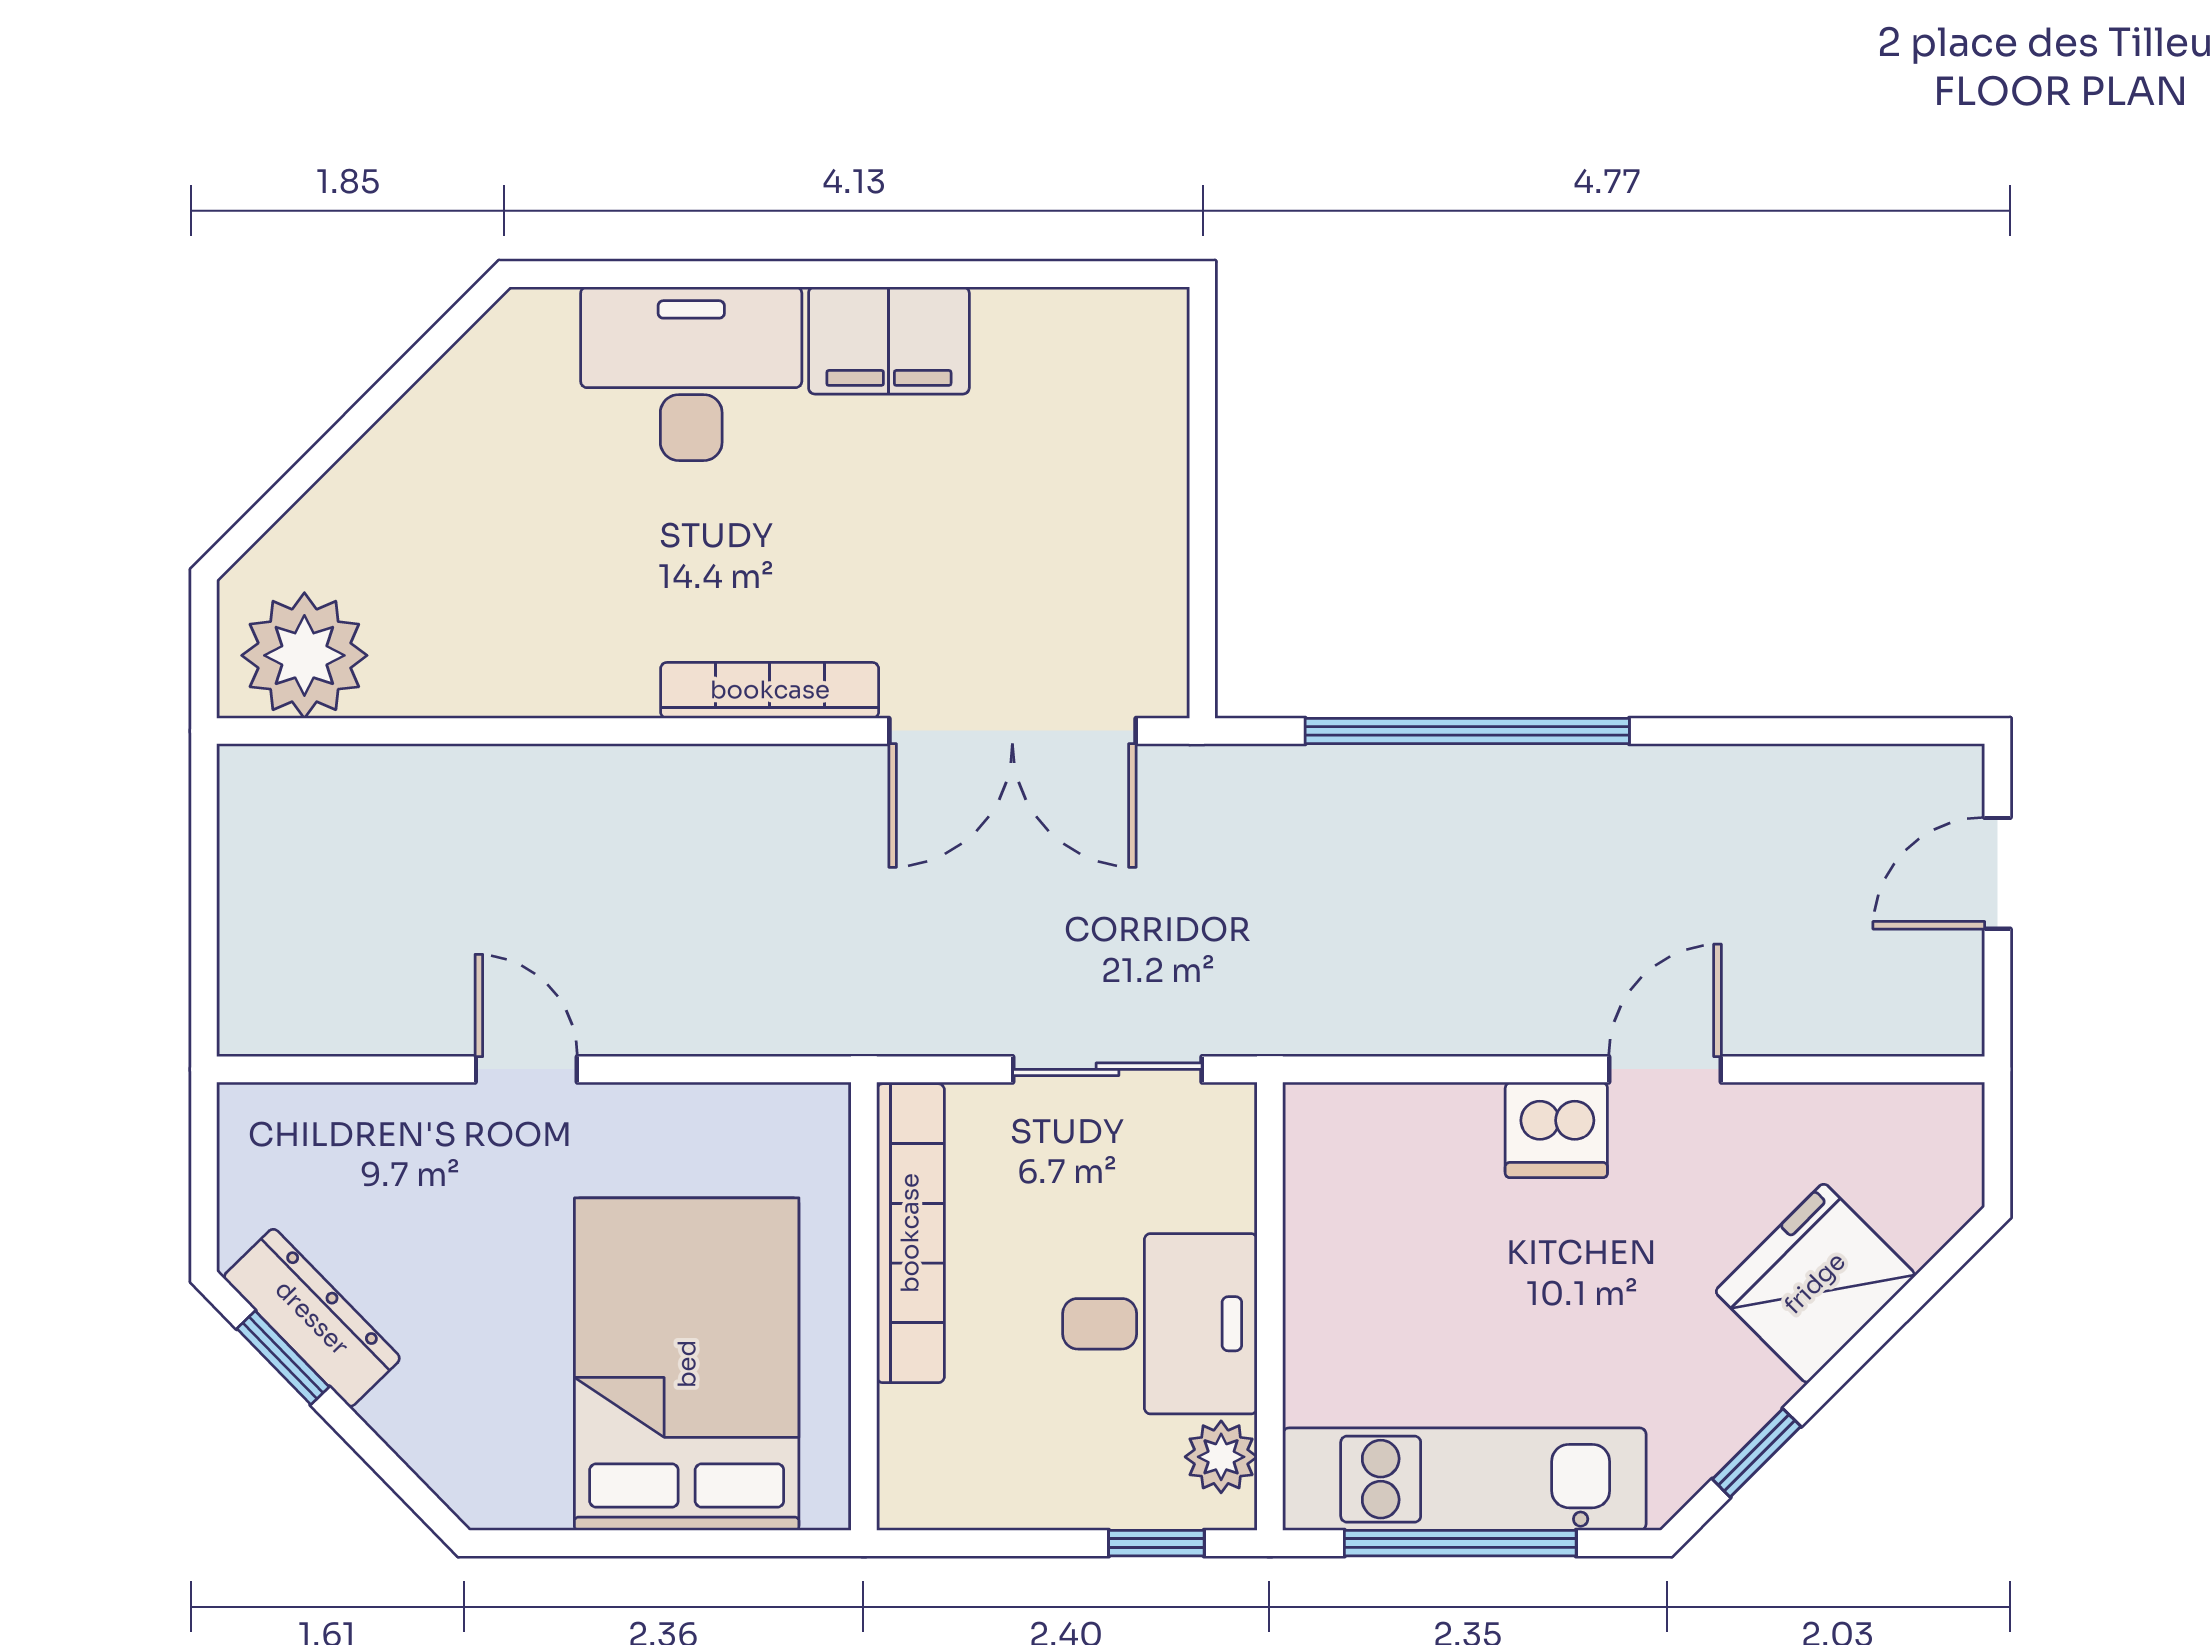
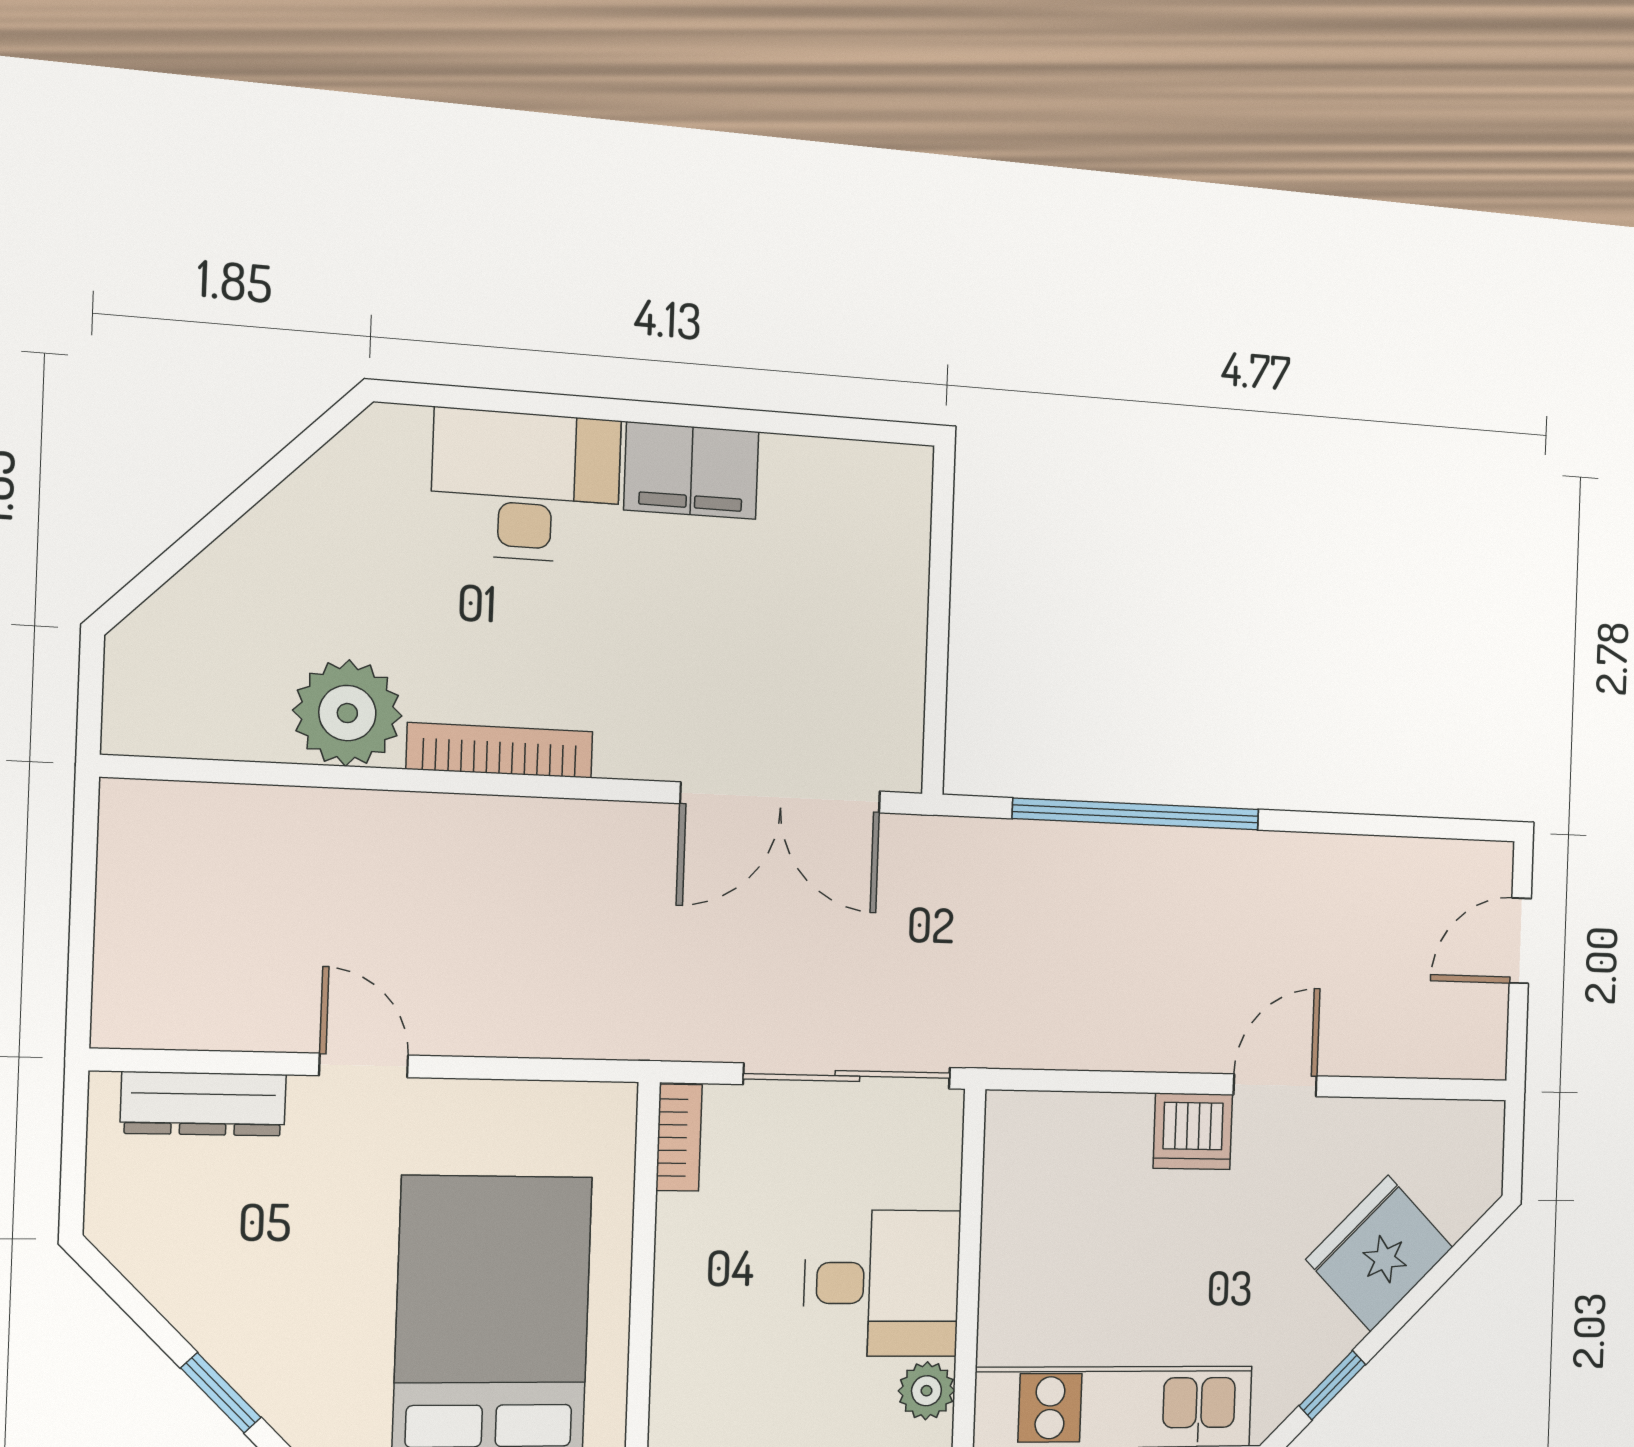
plant: (304, 655) -> (347, 713), moved
bookcase: (770, 690) -> (500, 750), moved
sliding door: (1107, 1069) -> (847, 1076), width x1.37
bookcase: (910, 1233) -> (679, 1138), width x0.43, depth x0.76
dresser: (312, 1318) -> (203, 1104), moved, turned 134
window: (283, 1358) -> (221, 1393), moved

